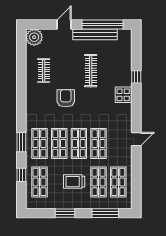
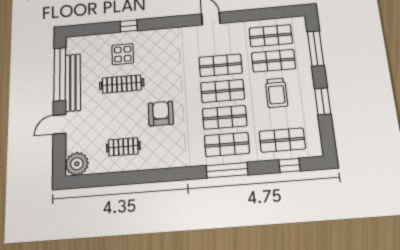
door: (64, 24) -> (59, 124), hinge flipped
display table: (123, 95) -> (123, 54), moved
armchair: (66, 98) -> (161, 114), turned 90
window: (21, 142) -> (227, 170), width x1.44
window: (21, 175) -> (289, 165), moved

